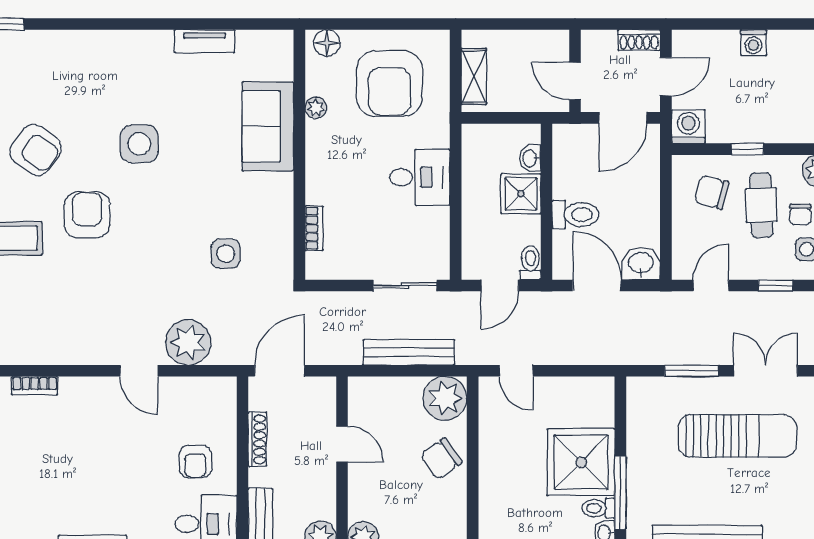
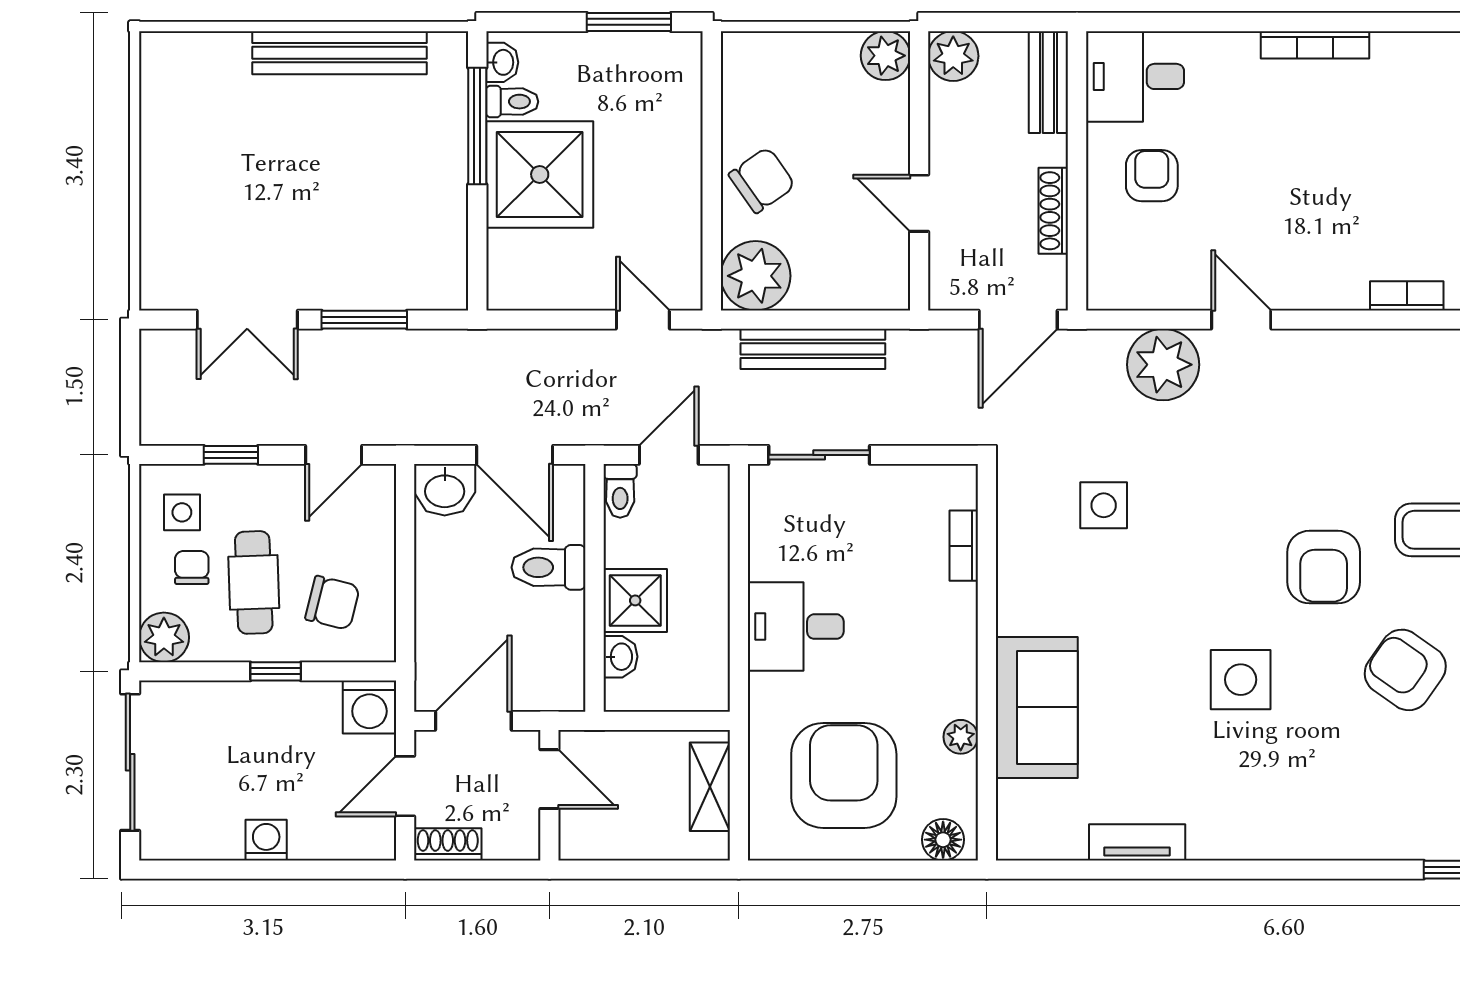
sun lounger: (737, 436) -> (292, 216), removed

